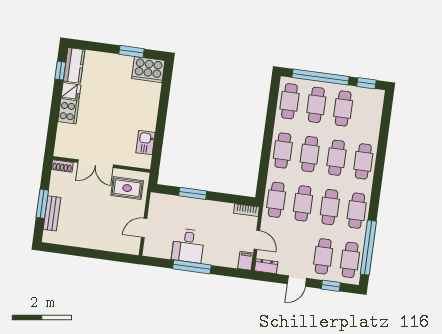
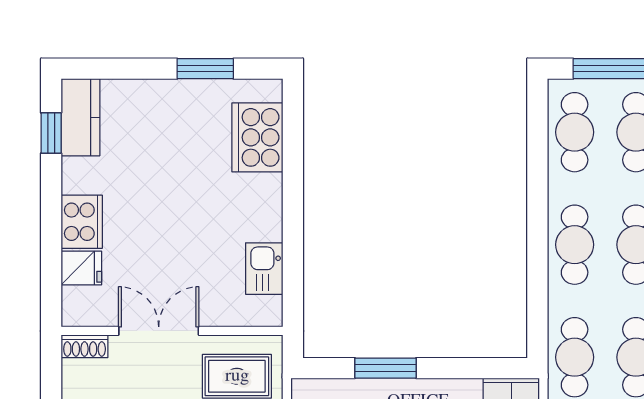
cooker: (148, 70) -> (257, 137), moved, turned 90
fridge: (71, 91) -> (81, 268), moved
double door: (96, 164) -> (159, 331), swing flipped

